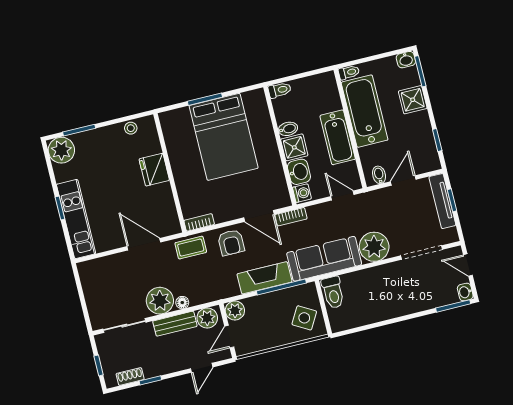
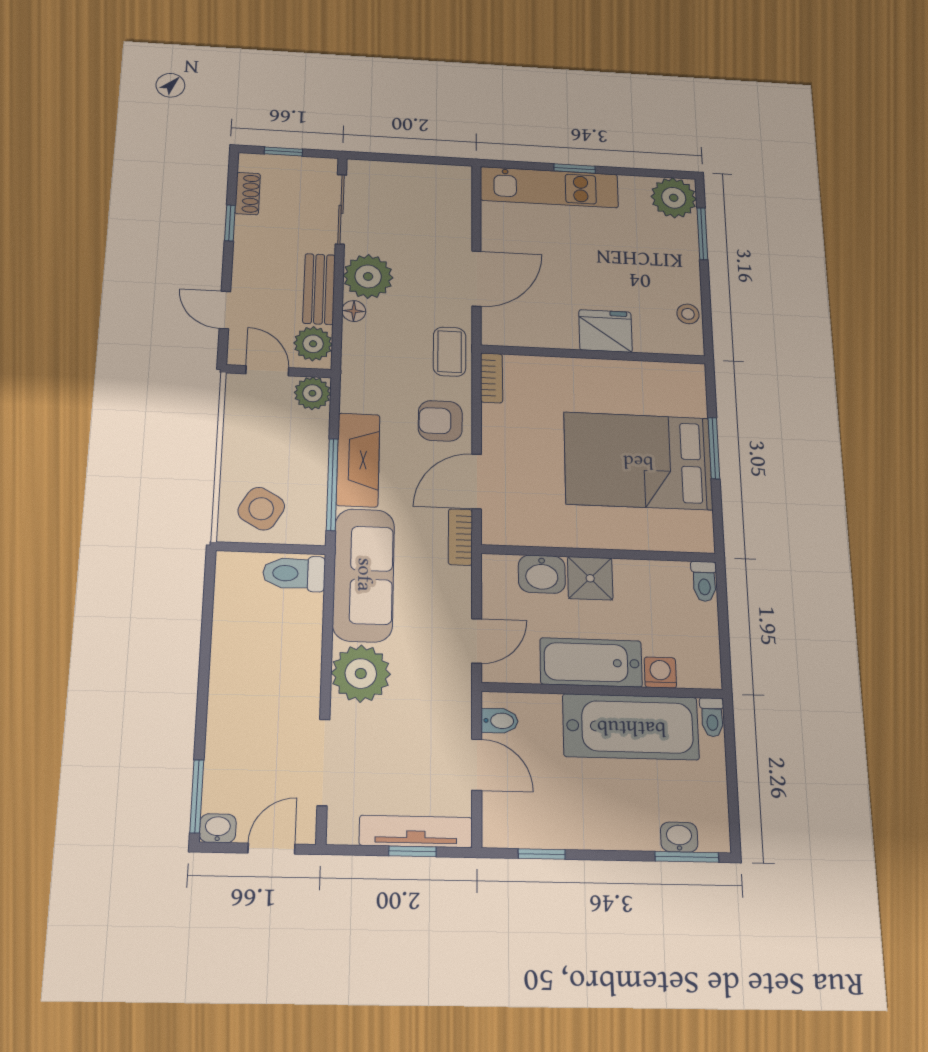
washbasin: (406, 60) -> (679, 837), moved, turned 90
shower: (413, 100) -> (633, 826), removed
bidet: (288, 129) -> (628, 576), removed
washing machine: (302, 193) -> (660, 673), moved, turned 180

